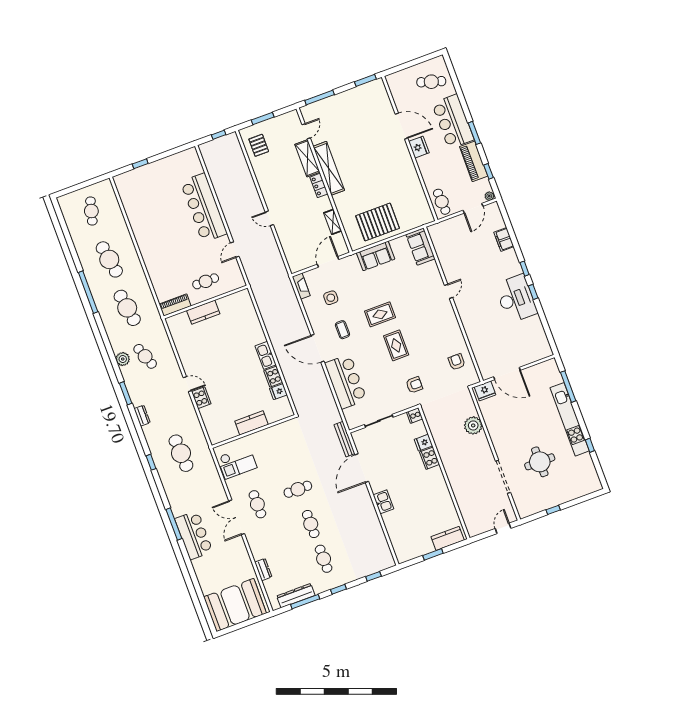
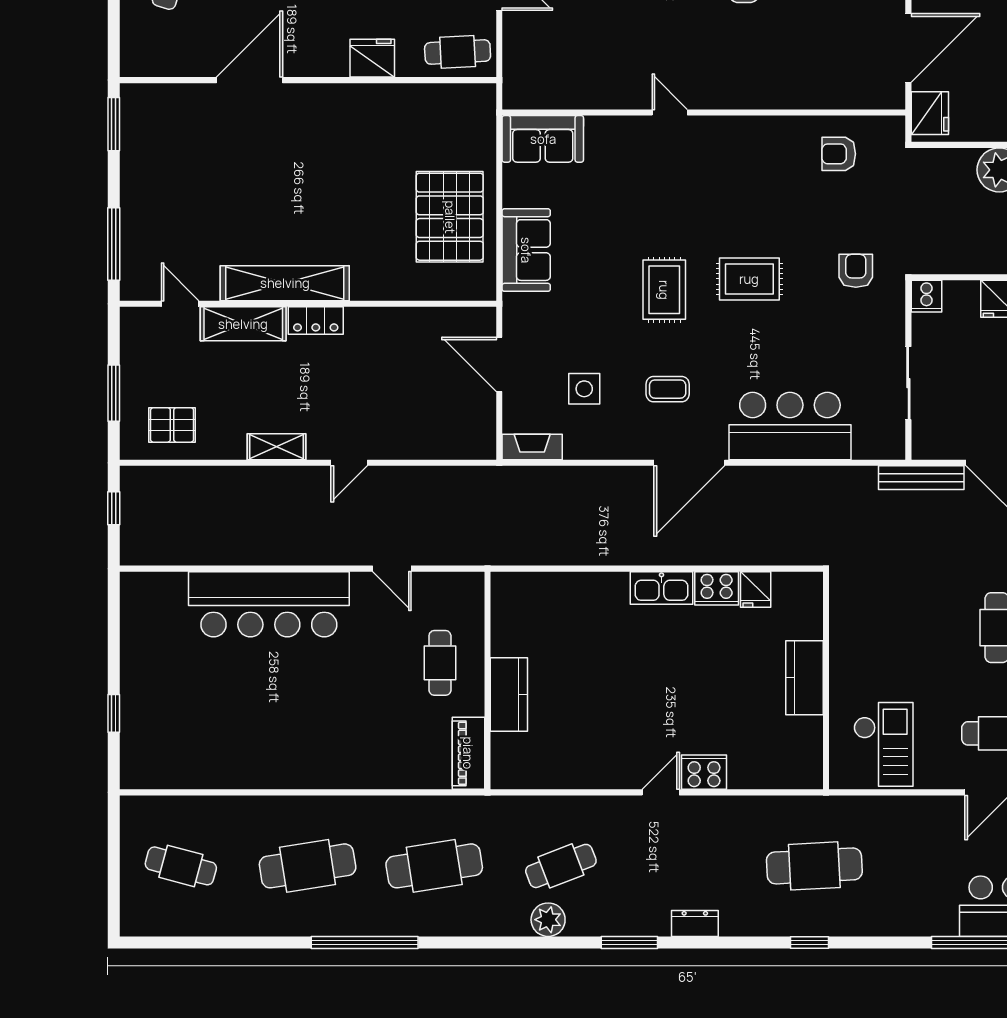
fridge: (419, 147) -> (372, 58), moved
shelving: (333, 222) -> (277, 447), moved

